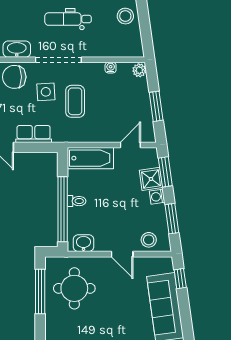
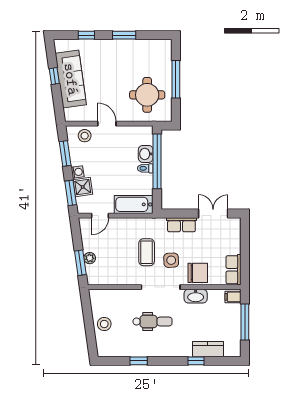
water cooler: (111, 68) -> (117, 281), removed
plant: (139, 70) -> (90, 258), moved
window: (156, 106) -> (80, 263), moved
washbasin: (84, 243) -> (146, 154), moved, turned 90
window: (180, 279) -> (54, 76), moved
window: (40, 292) -> (176, 79), moved

